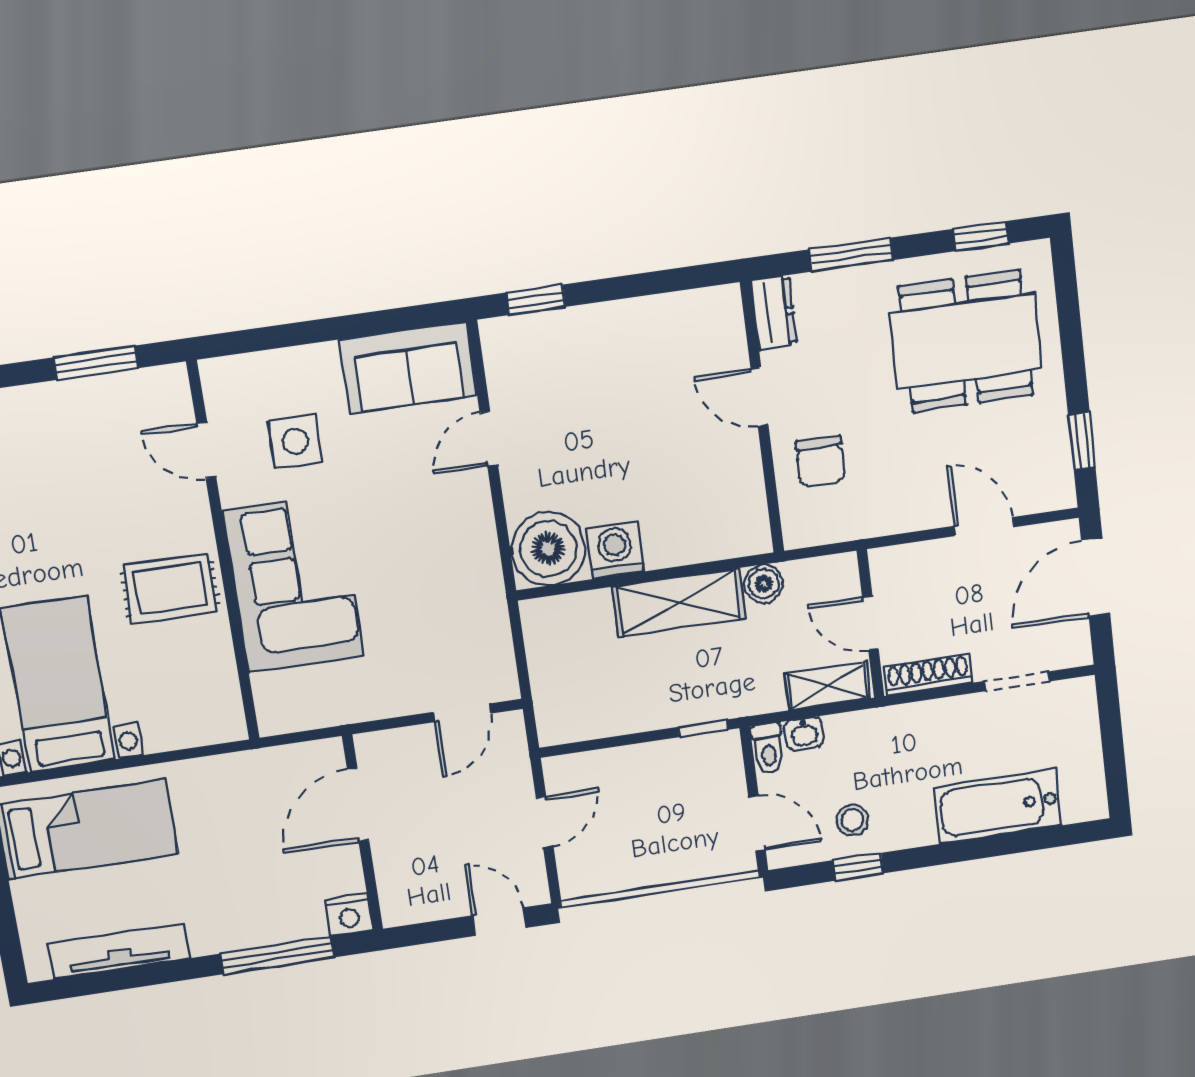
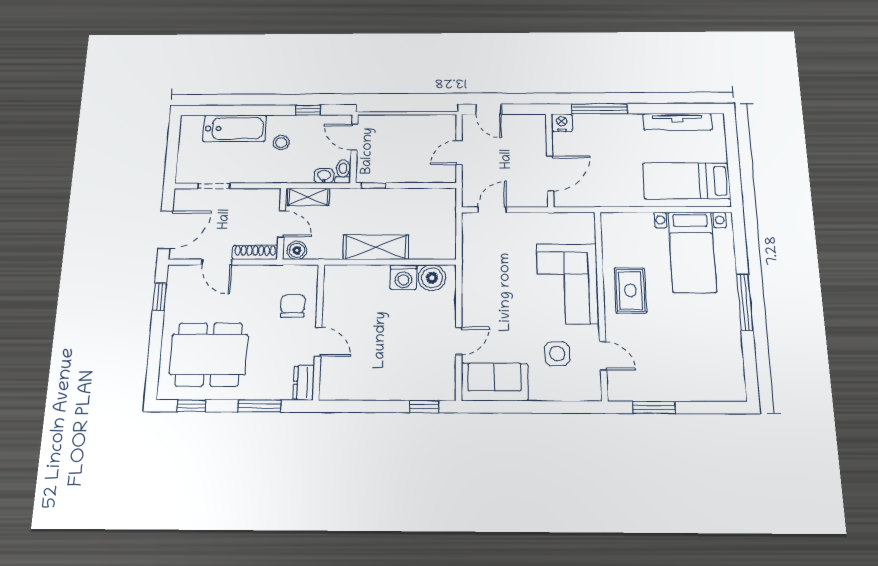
boiler: (548, 549) -> (432, 278), width x0.73, depth x0.73
boiler: (764, 584) -> (297, 250), moved
rug: (170, 589) -> (630, 290), turned 90
shoe rack: (928, 675) -> (255, 252), moved, turned 180
stool: (852, 820) -> (281, 142), moved

